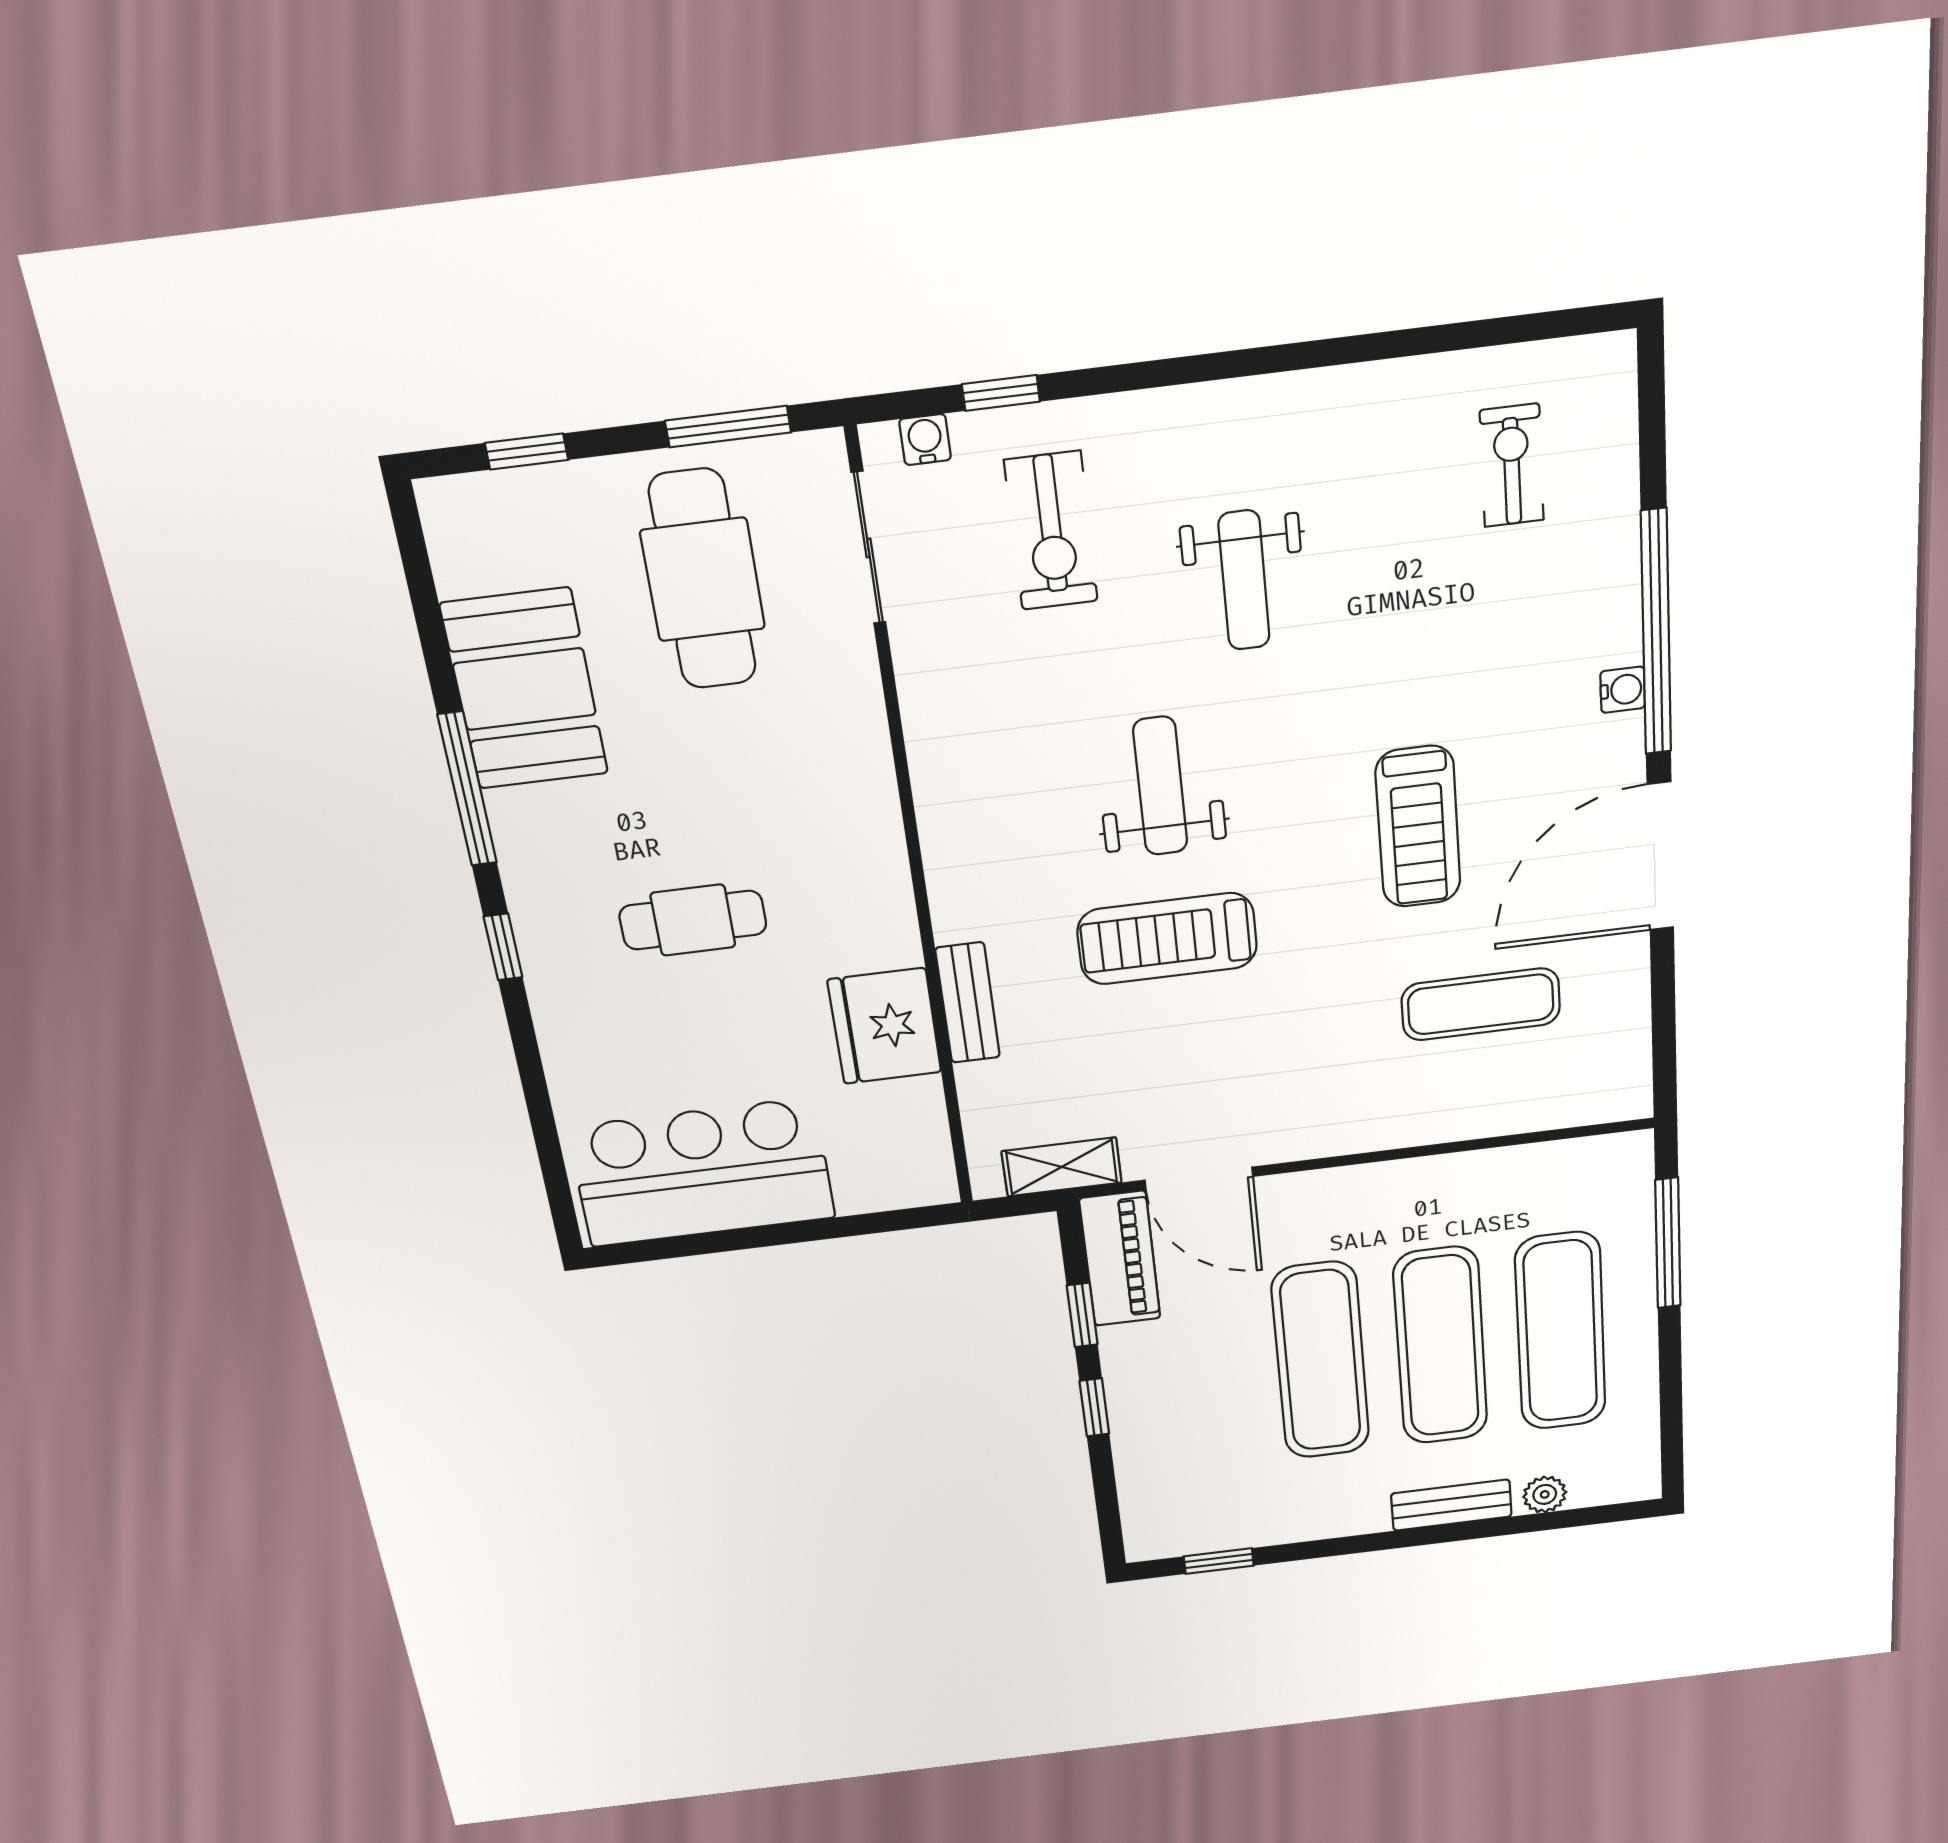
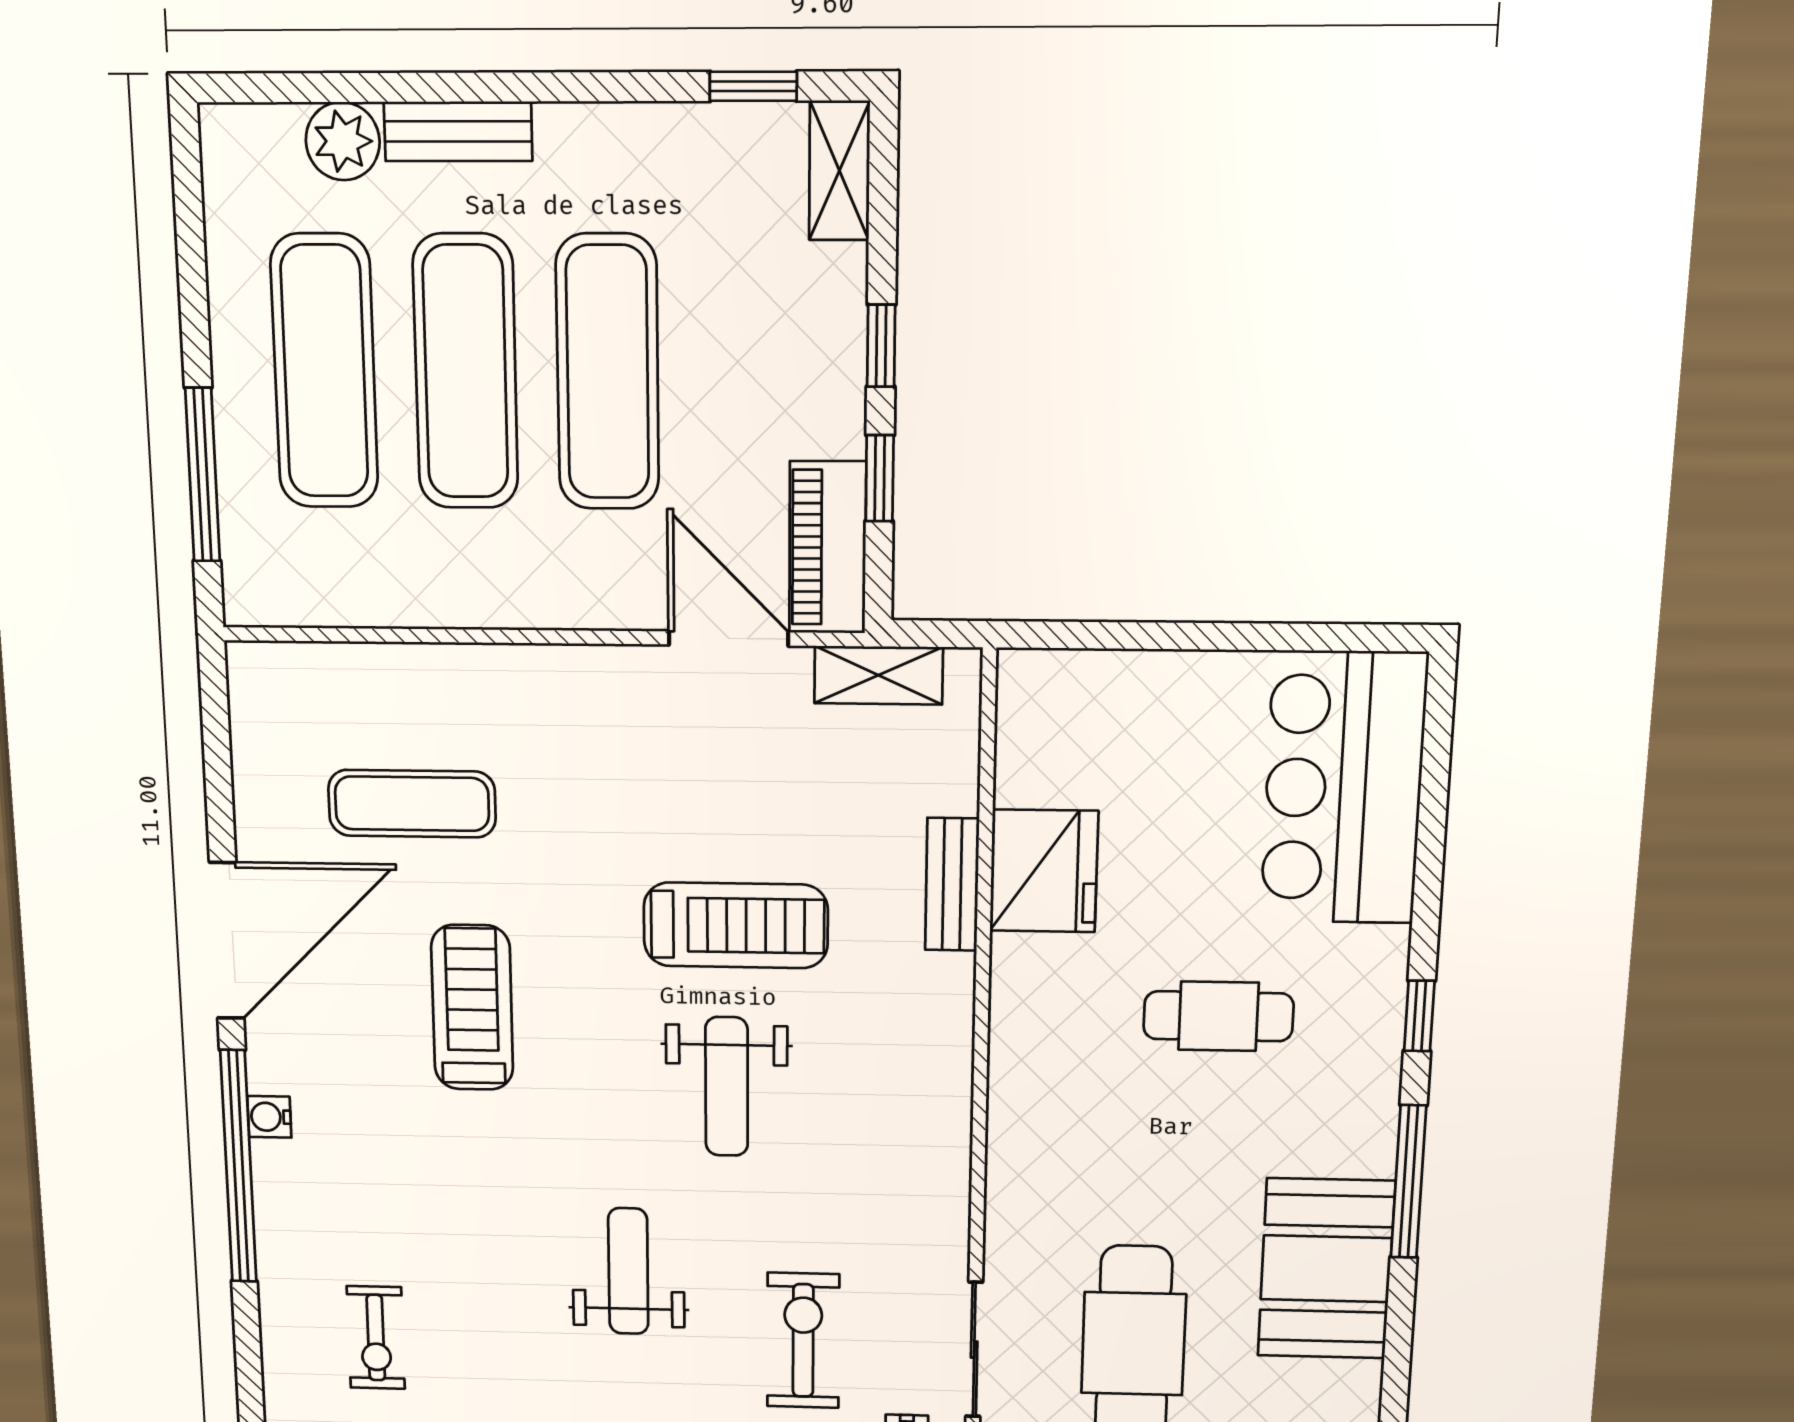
bar counter: (702, 1173) -> (1344, 788), moved, turned 90
plant: (1545, 1494) -> (343, 141), width x1.38, depth x1.38
shelving: (1144, 1517) -> (839, 171), added

